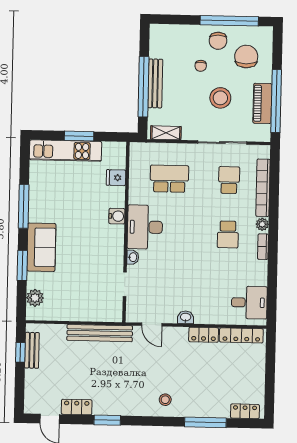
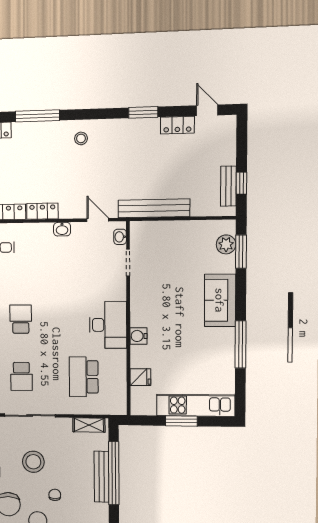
school desk: (169, 179) -> (84, 377), turned 90
washbasin: (133, 257) -> (120, 237), moved
window: (22, 266) -> (241, 252), moved

